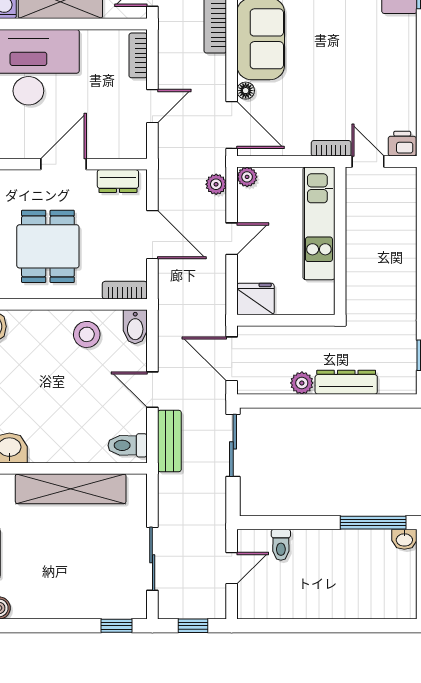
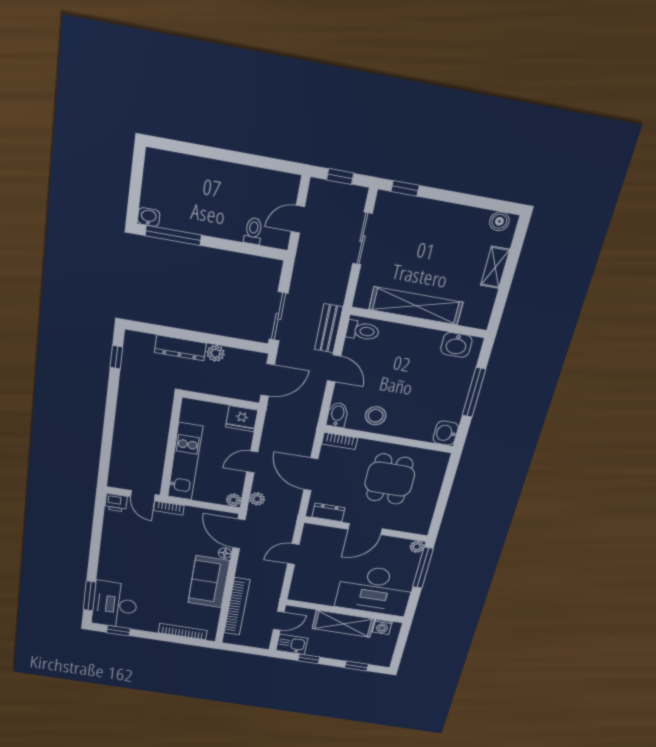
bookcase: (138, 55) -> (297, 585), removed
door: (232, 359) -> (268, 380), hinge flipped

